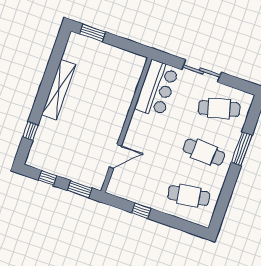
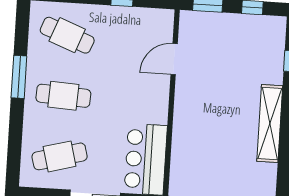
window: (242, 149) -> (19, 77), moved
cafe table: (189, 196) -> (67, 35), turned 30

